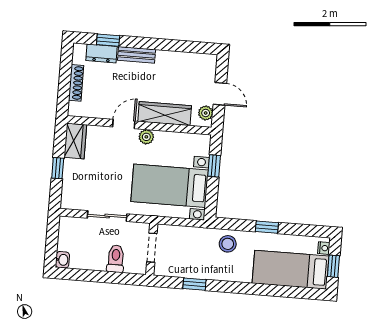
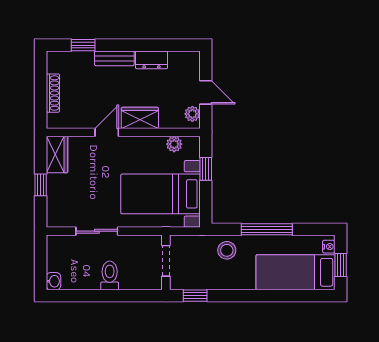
dresser: (102, 54) -> (151, 60), moved
wardrobe: (165, 114) -> (140, 118), width x0.67
plant: (146, 137) -> (174, 144), moved
window: (267, 227) -> (267, 229), width x2.17
doorway: (152, 248) -> (166, 261), moved
wall: (152, 249) -> (166, 262), moved

